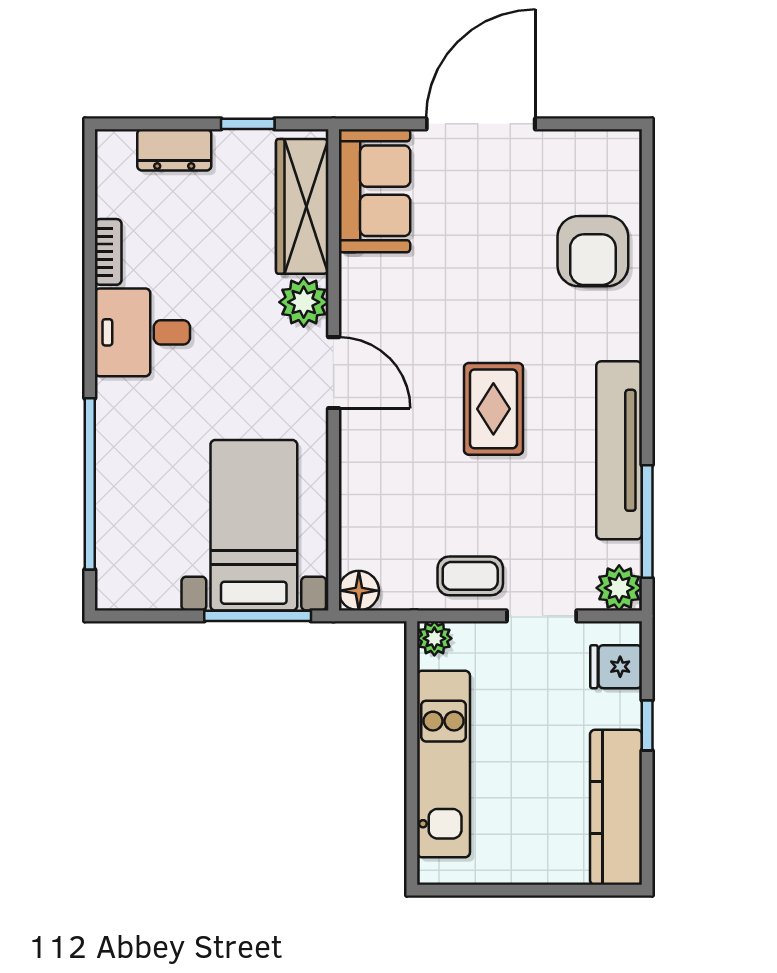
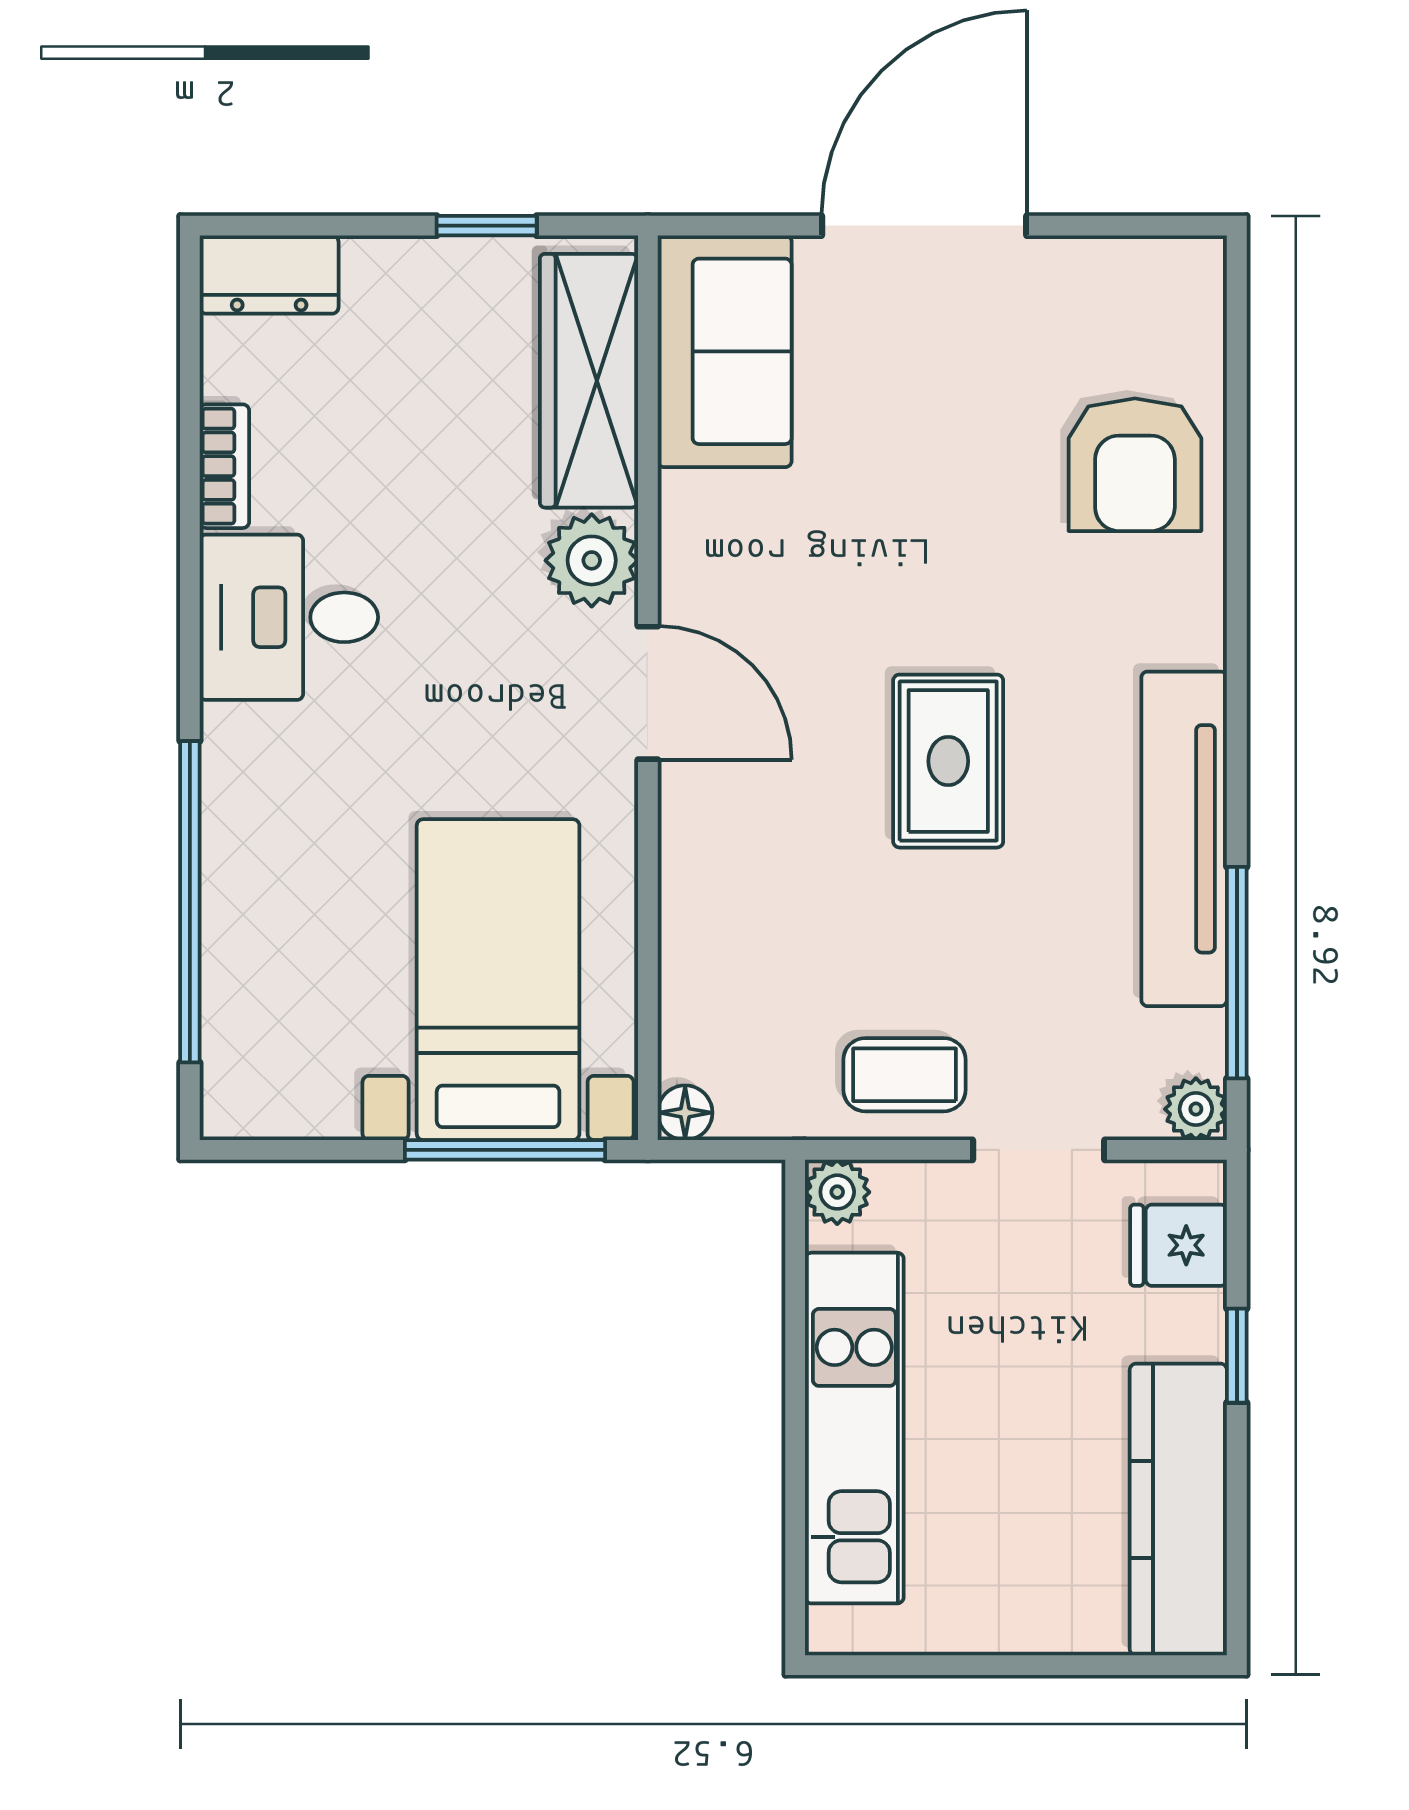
dresser: (174, 150) -> (269, 275), moved
plant: (619, 588) -> (1196, 1109), width x0.73, depth x0.73
floor lamp: (359, 591) -> (685, 1113), width x0.73, depth x0.73

